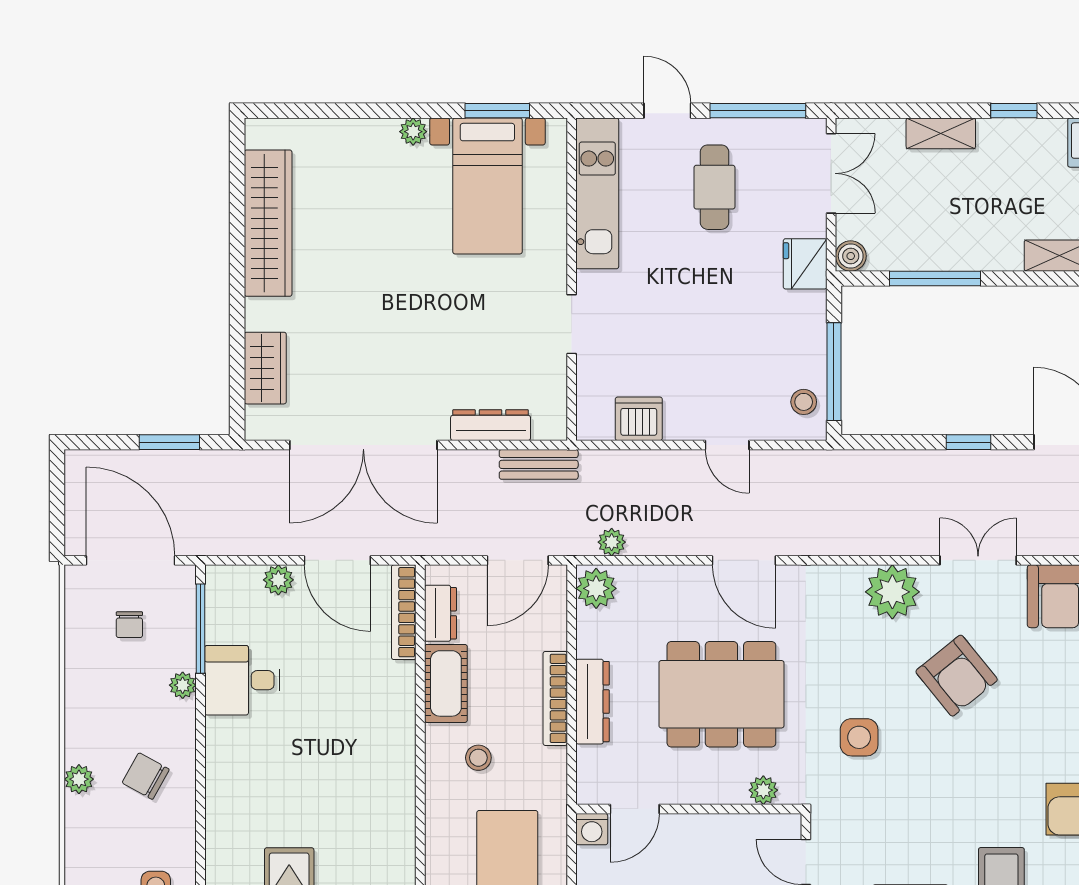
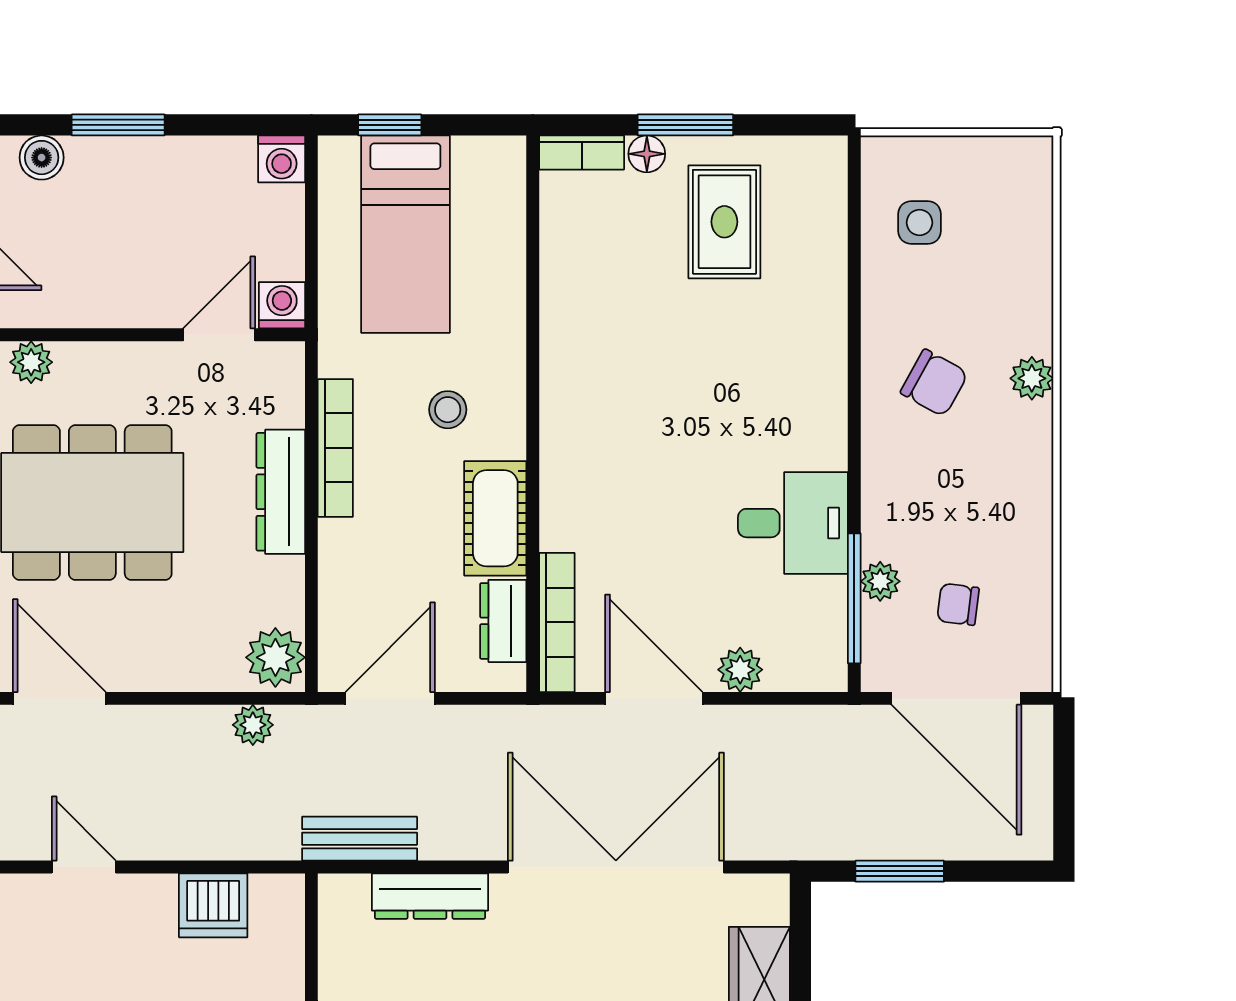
chair: (129, 625) -> (958, 604), turned -83
plant: (183, 685) -> (880, 581), moved
bookcase: (555, 698) -> (335, 448), moved

